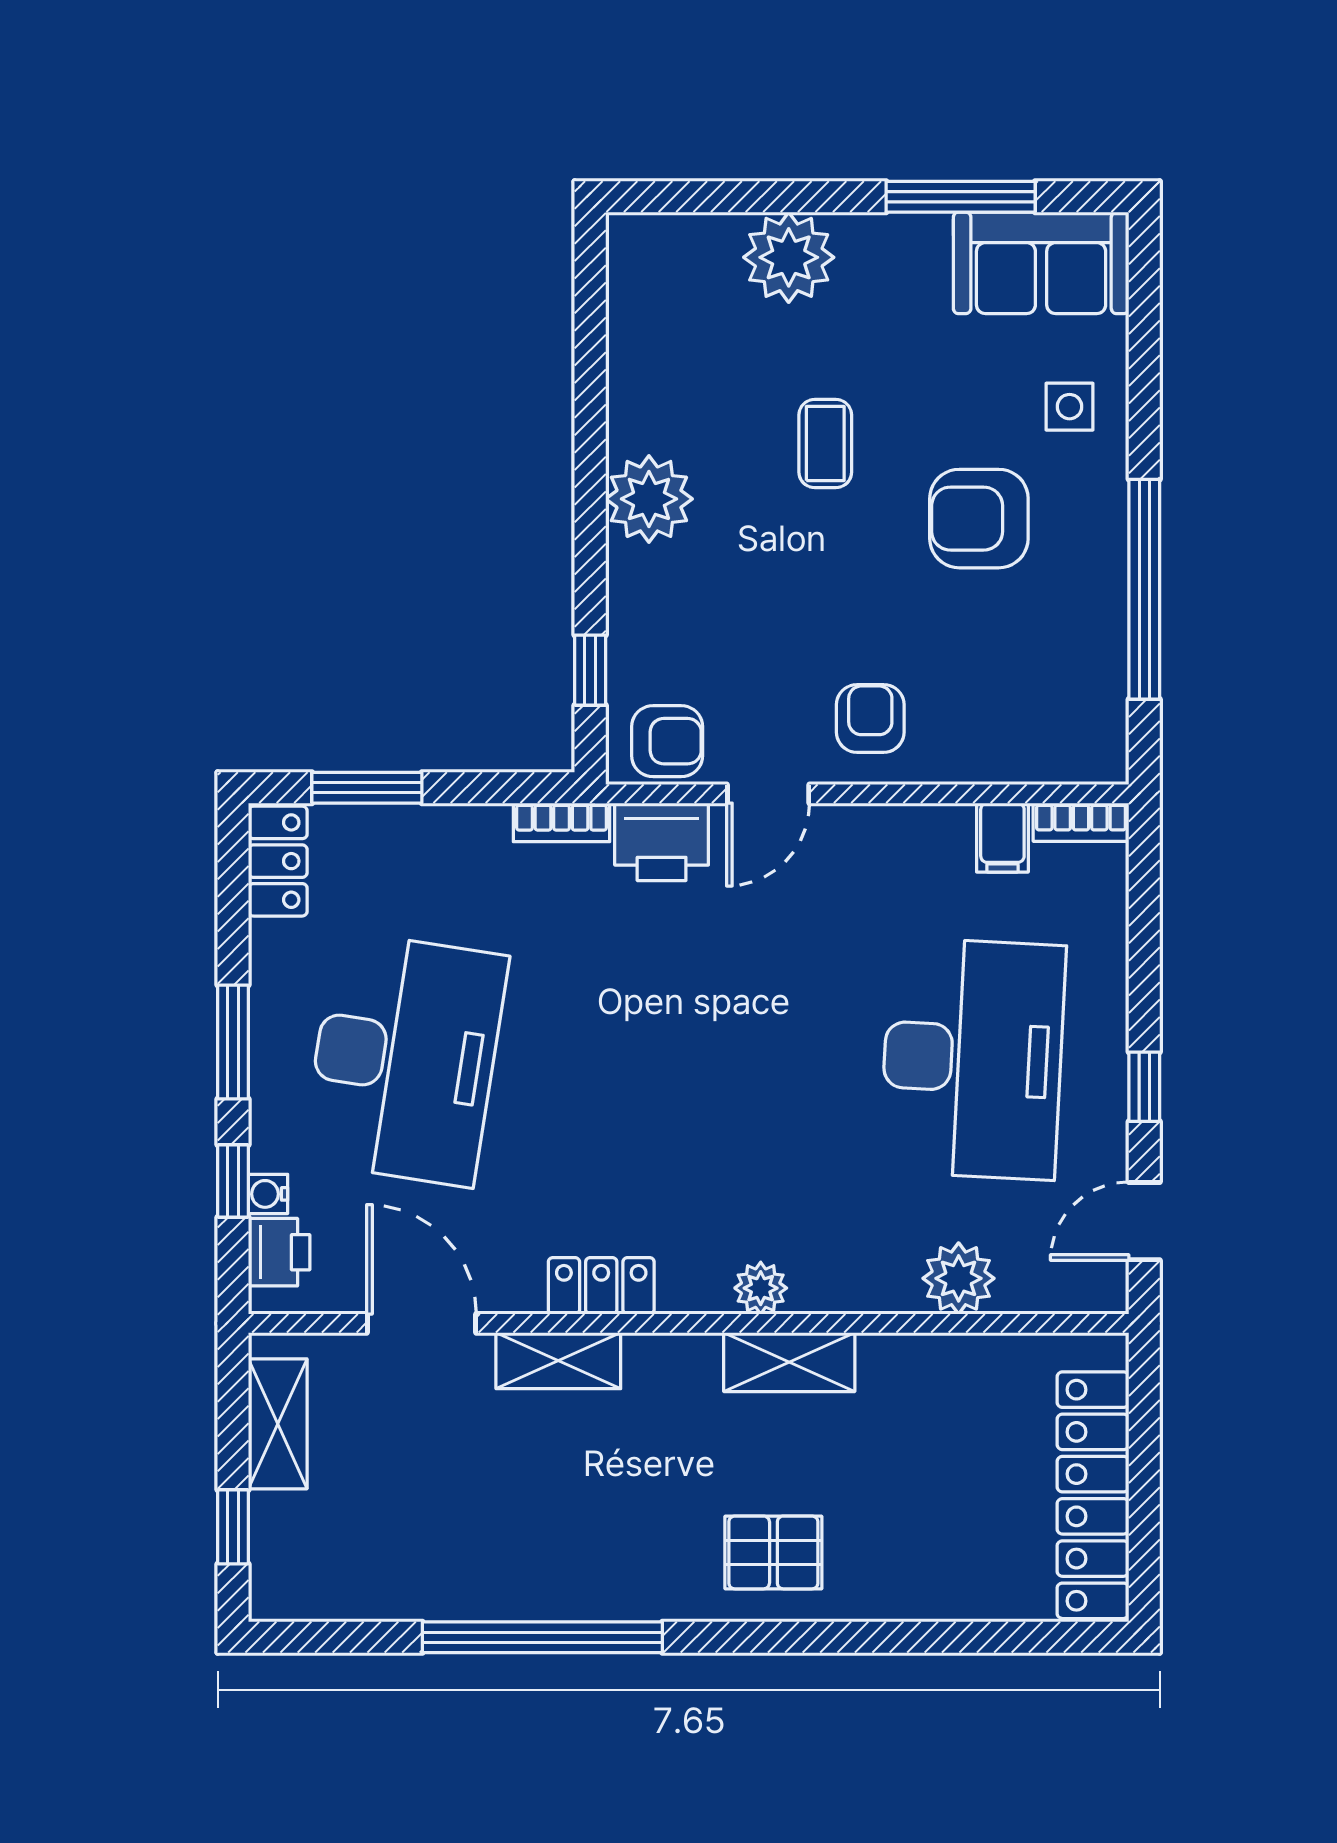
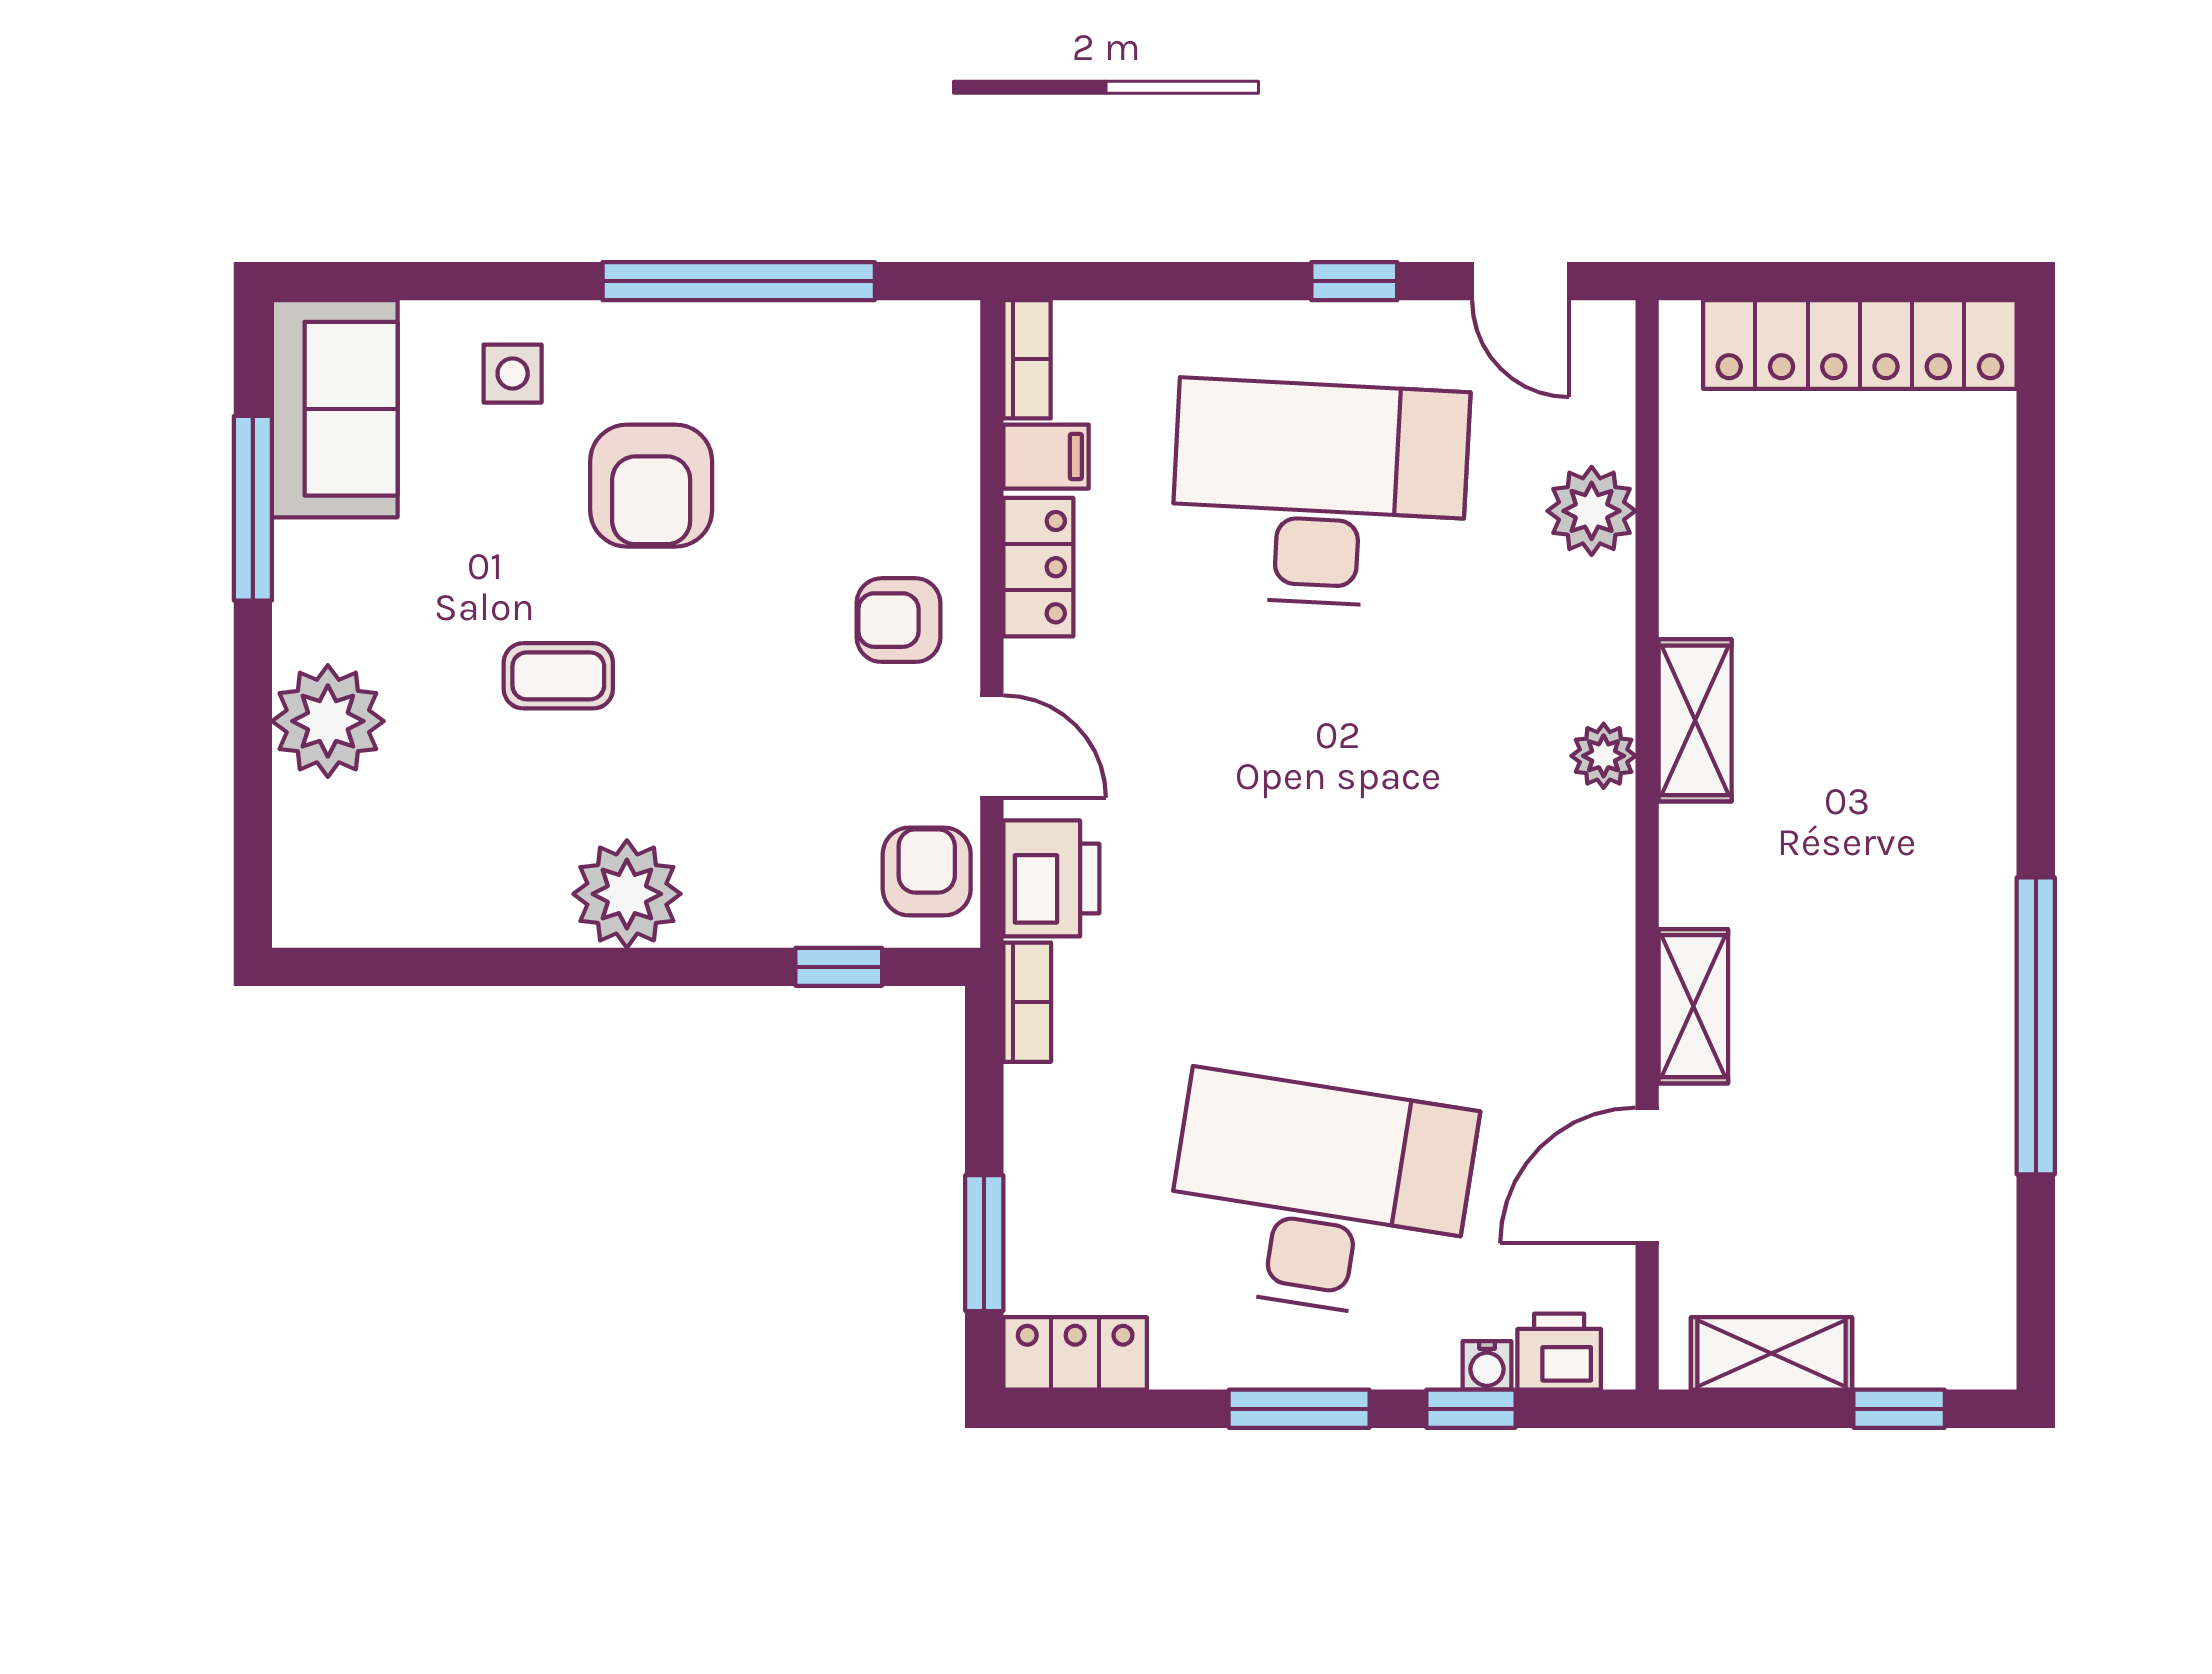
locker: (601, 1286) -> (1038, 567), moved, turned 180
pallet: (773, 1552) -> (1931, 740), removed

